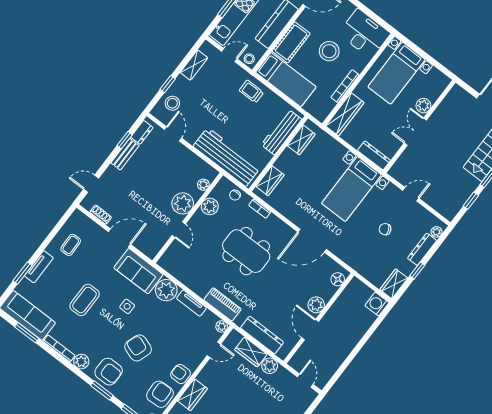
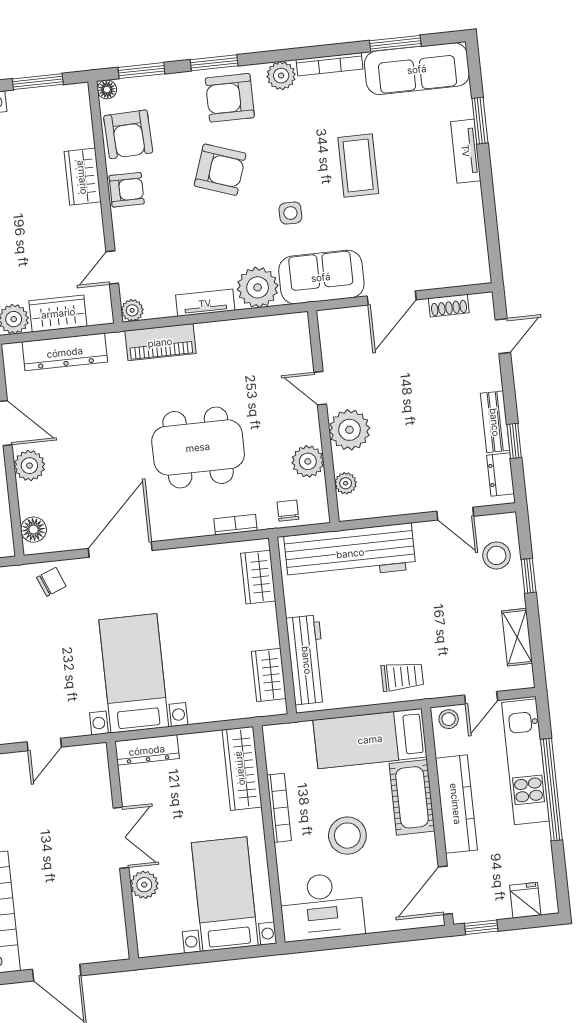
chair: (385, 229) -> (51, 582), moved
coffee table: (71, 245) -> (450, 224), removed

